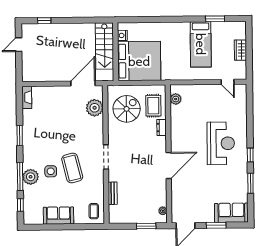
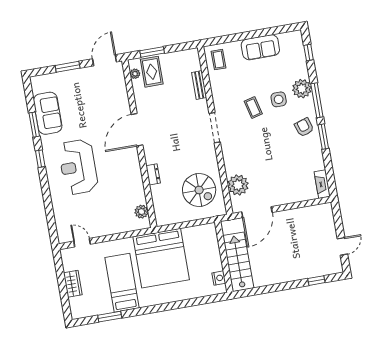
bed: (139, 61) -> (161, 258), moved, turned -90
rug: (153, 106) -> (152, 72), moved
spiral stairs: (127, 109) -> (199, 190), turned -90
armchair: (34, 145) -> (304, 127), added
coffee table: (72, 168) -> (253, 108), width x0.54, depth x0.58
window: (20, 176) -> (317, 100), moved
sofa: (231, 213) -> (48, 113), moved, turned -90

